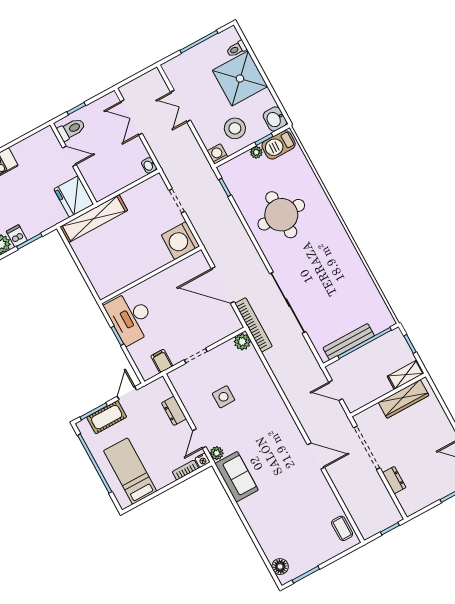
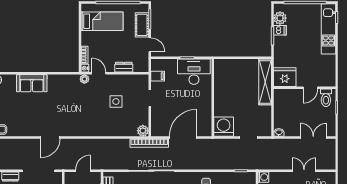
sofa: (237, 477) -> (32, 83), moved

